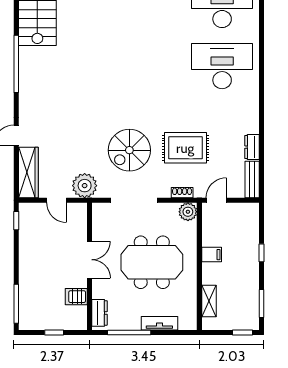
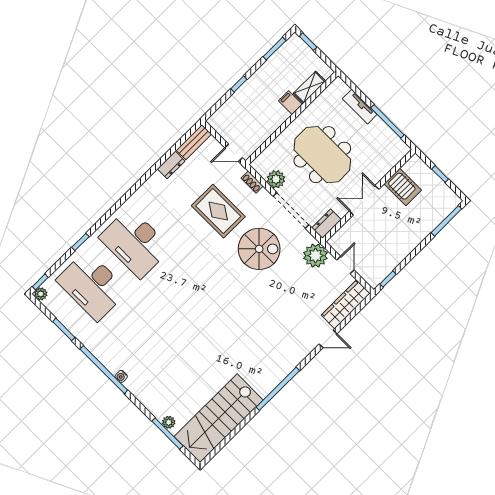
window: (261, 27) -> (80, 242), added
plant: (188, 212) -> (276, 179), moved
filing cabinet: (212, 255) -> (290, 103), moved
server rack: (76, 297) -> (403, 187), width x1.36, depth x1.44
dresser: (99, 313) -> (327, 224), moved

